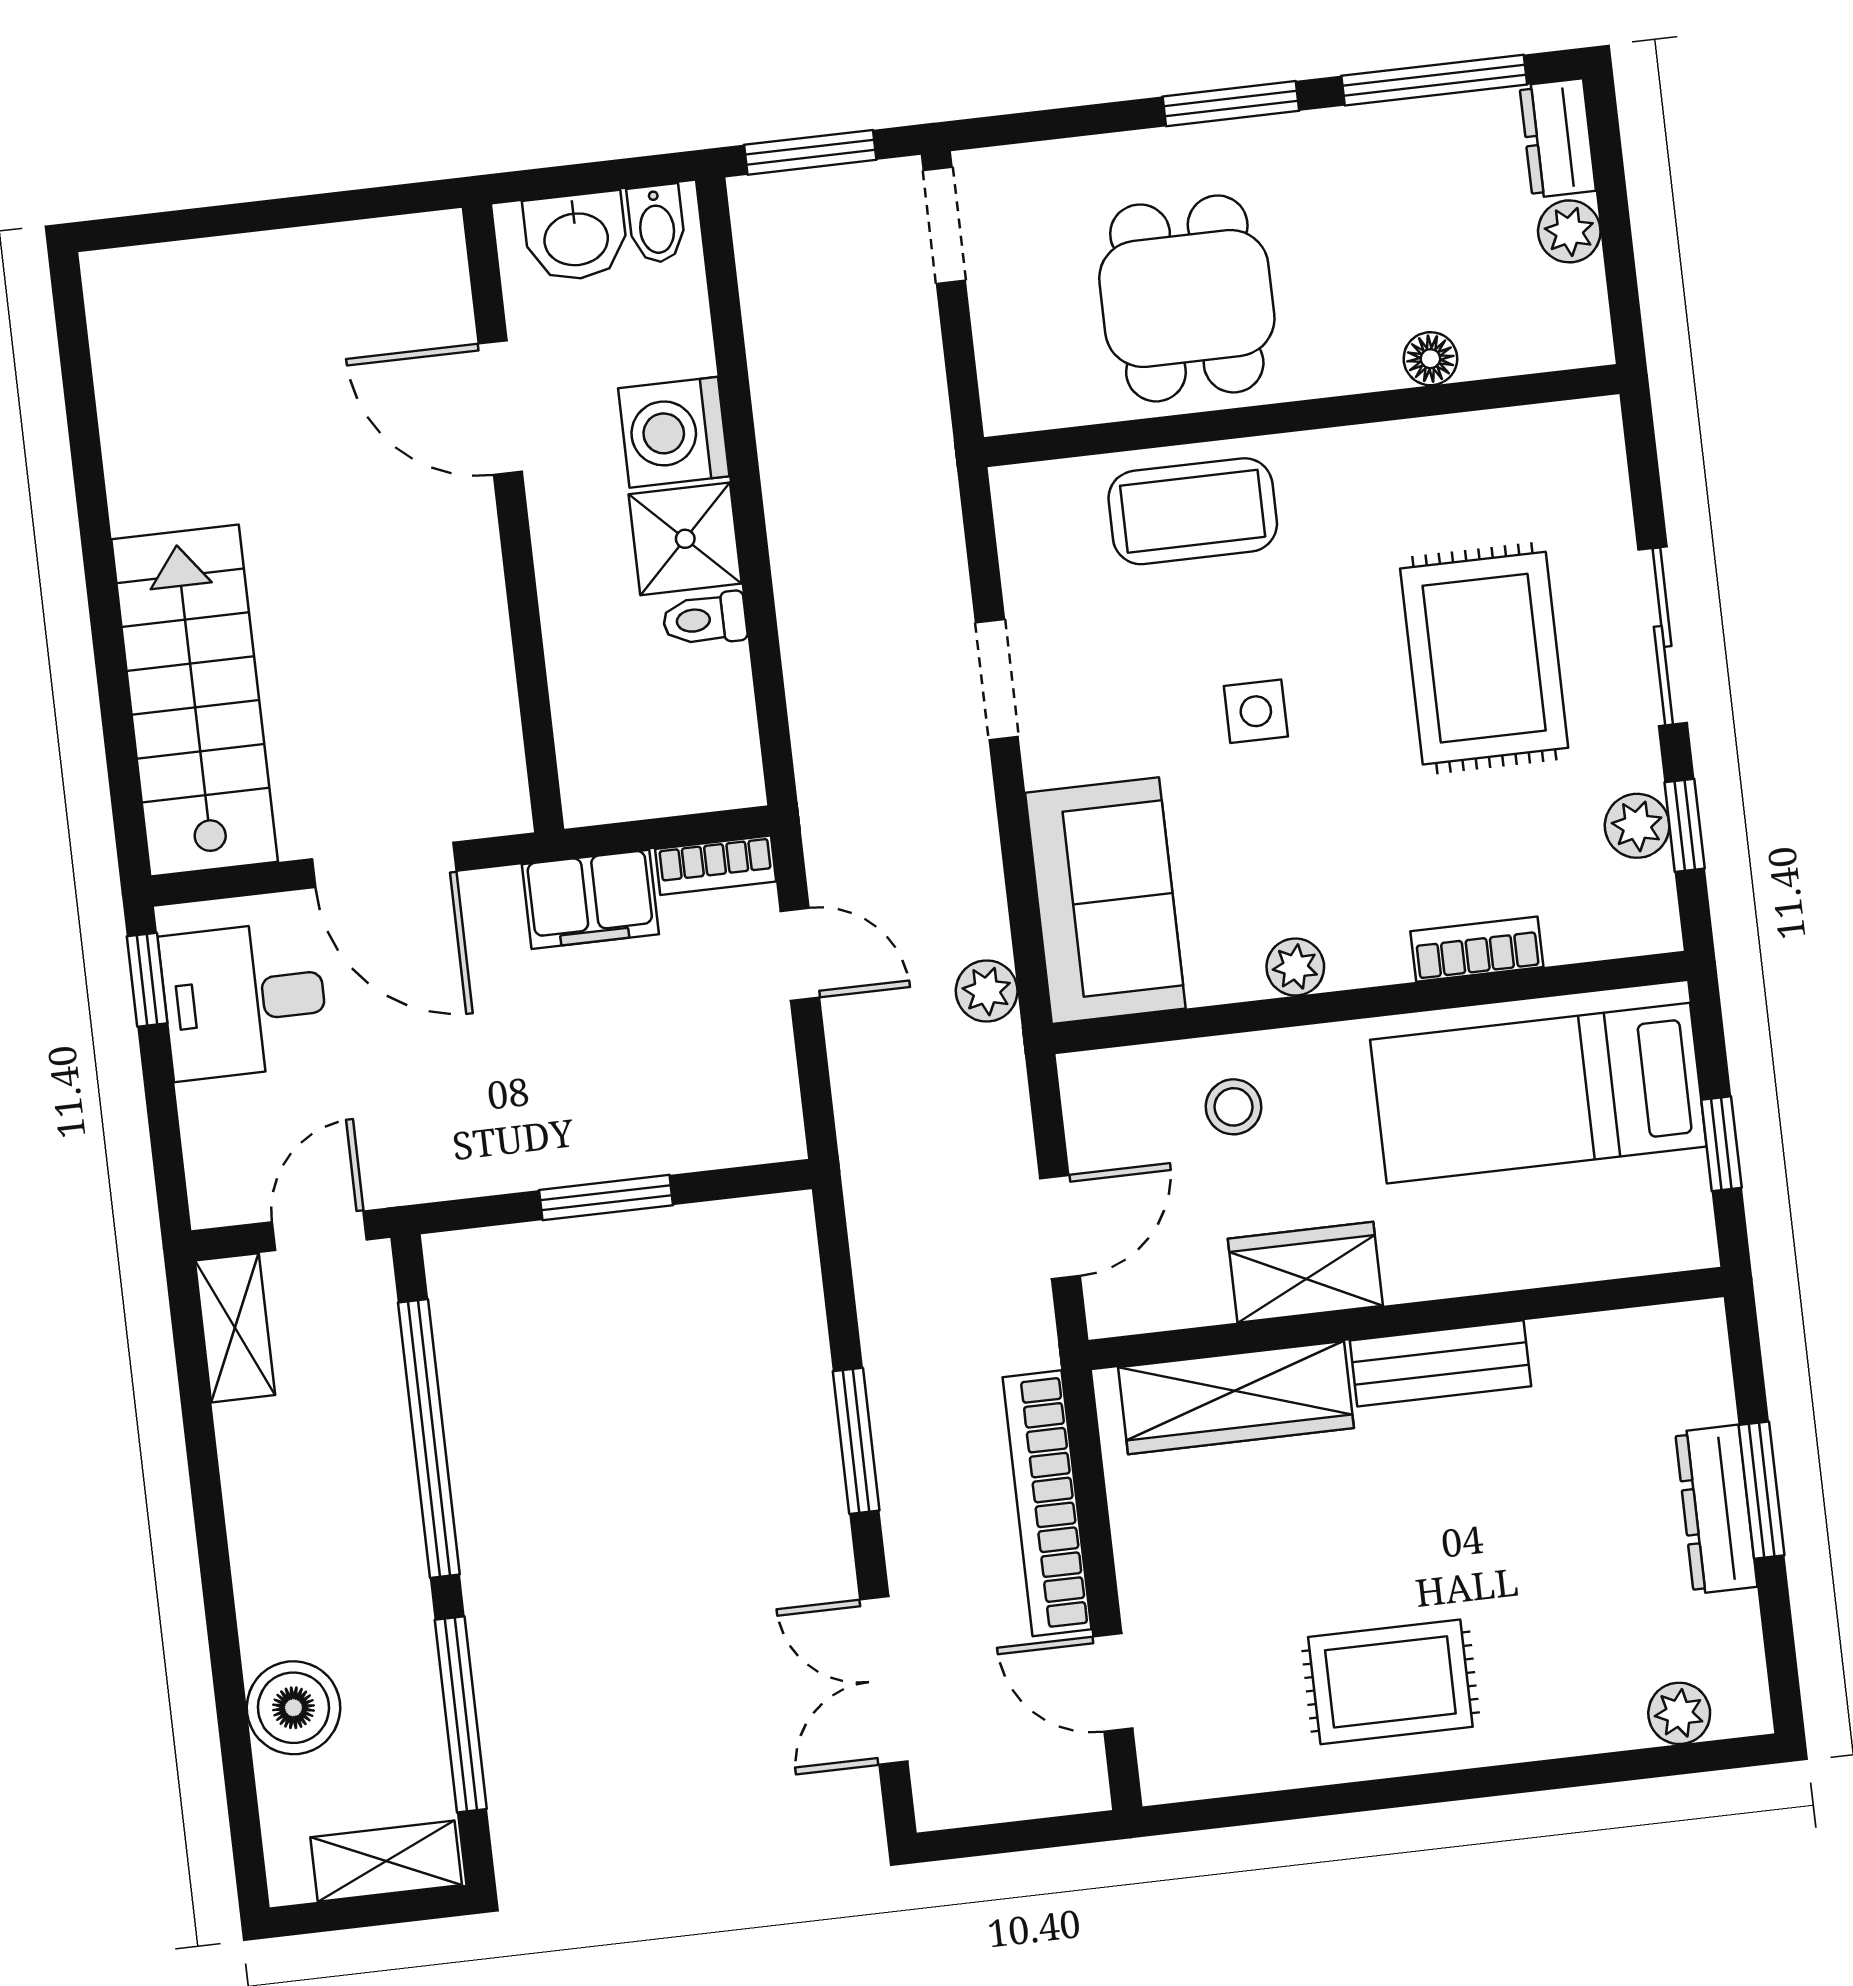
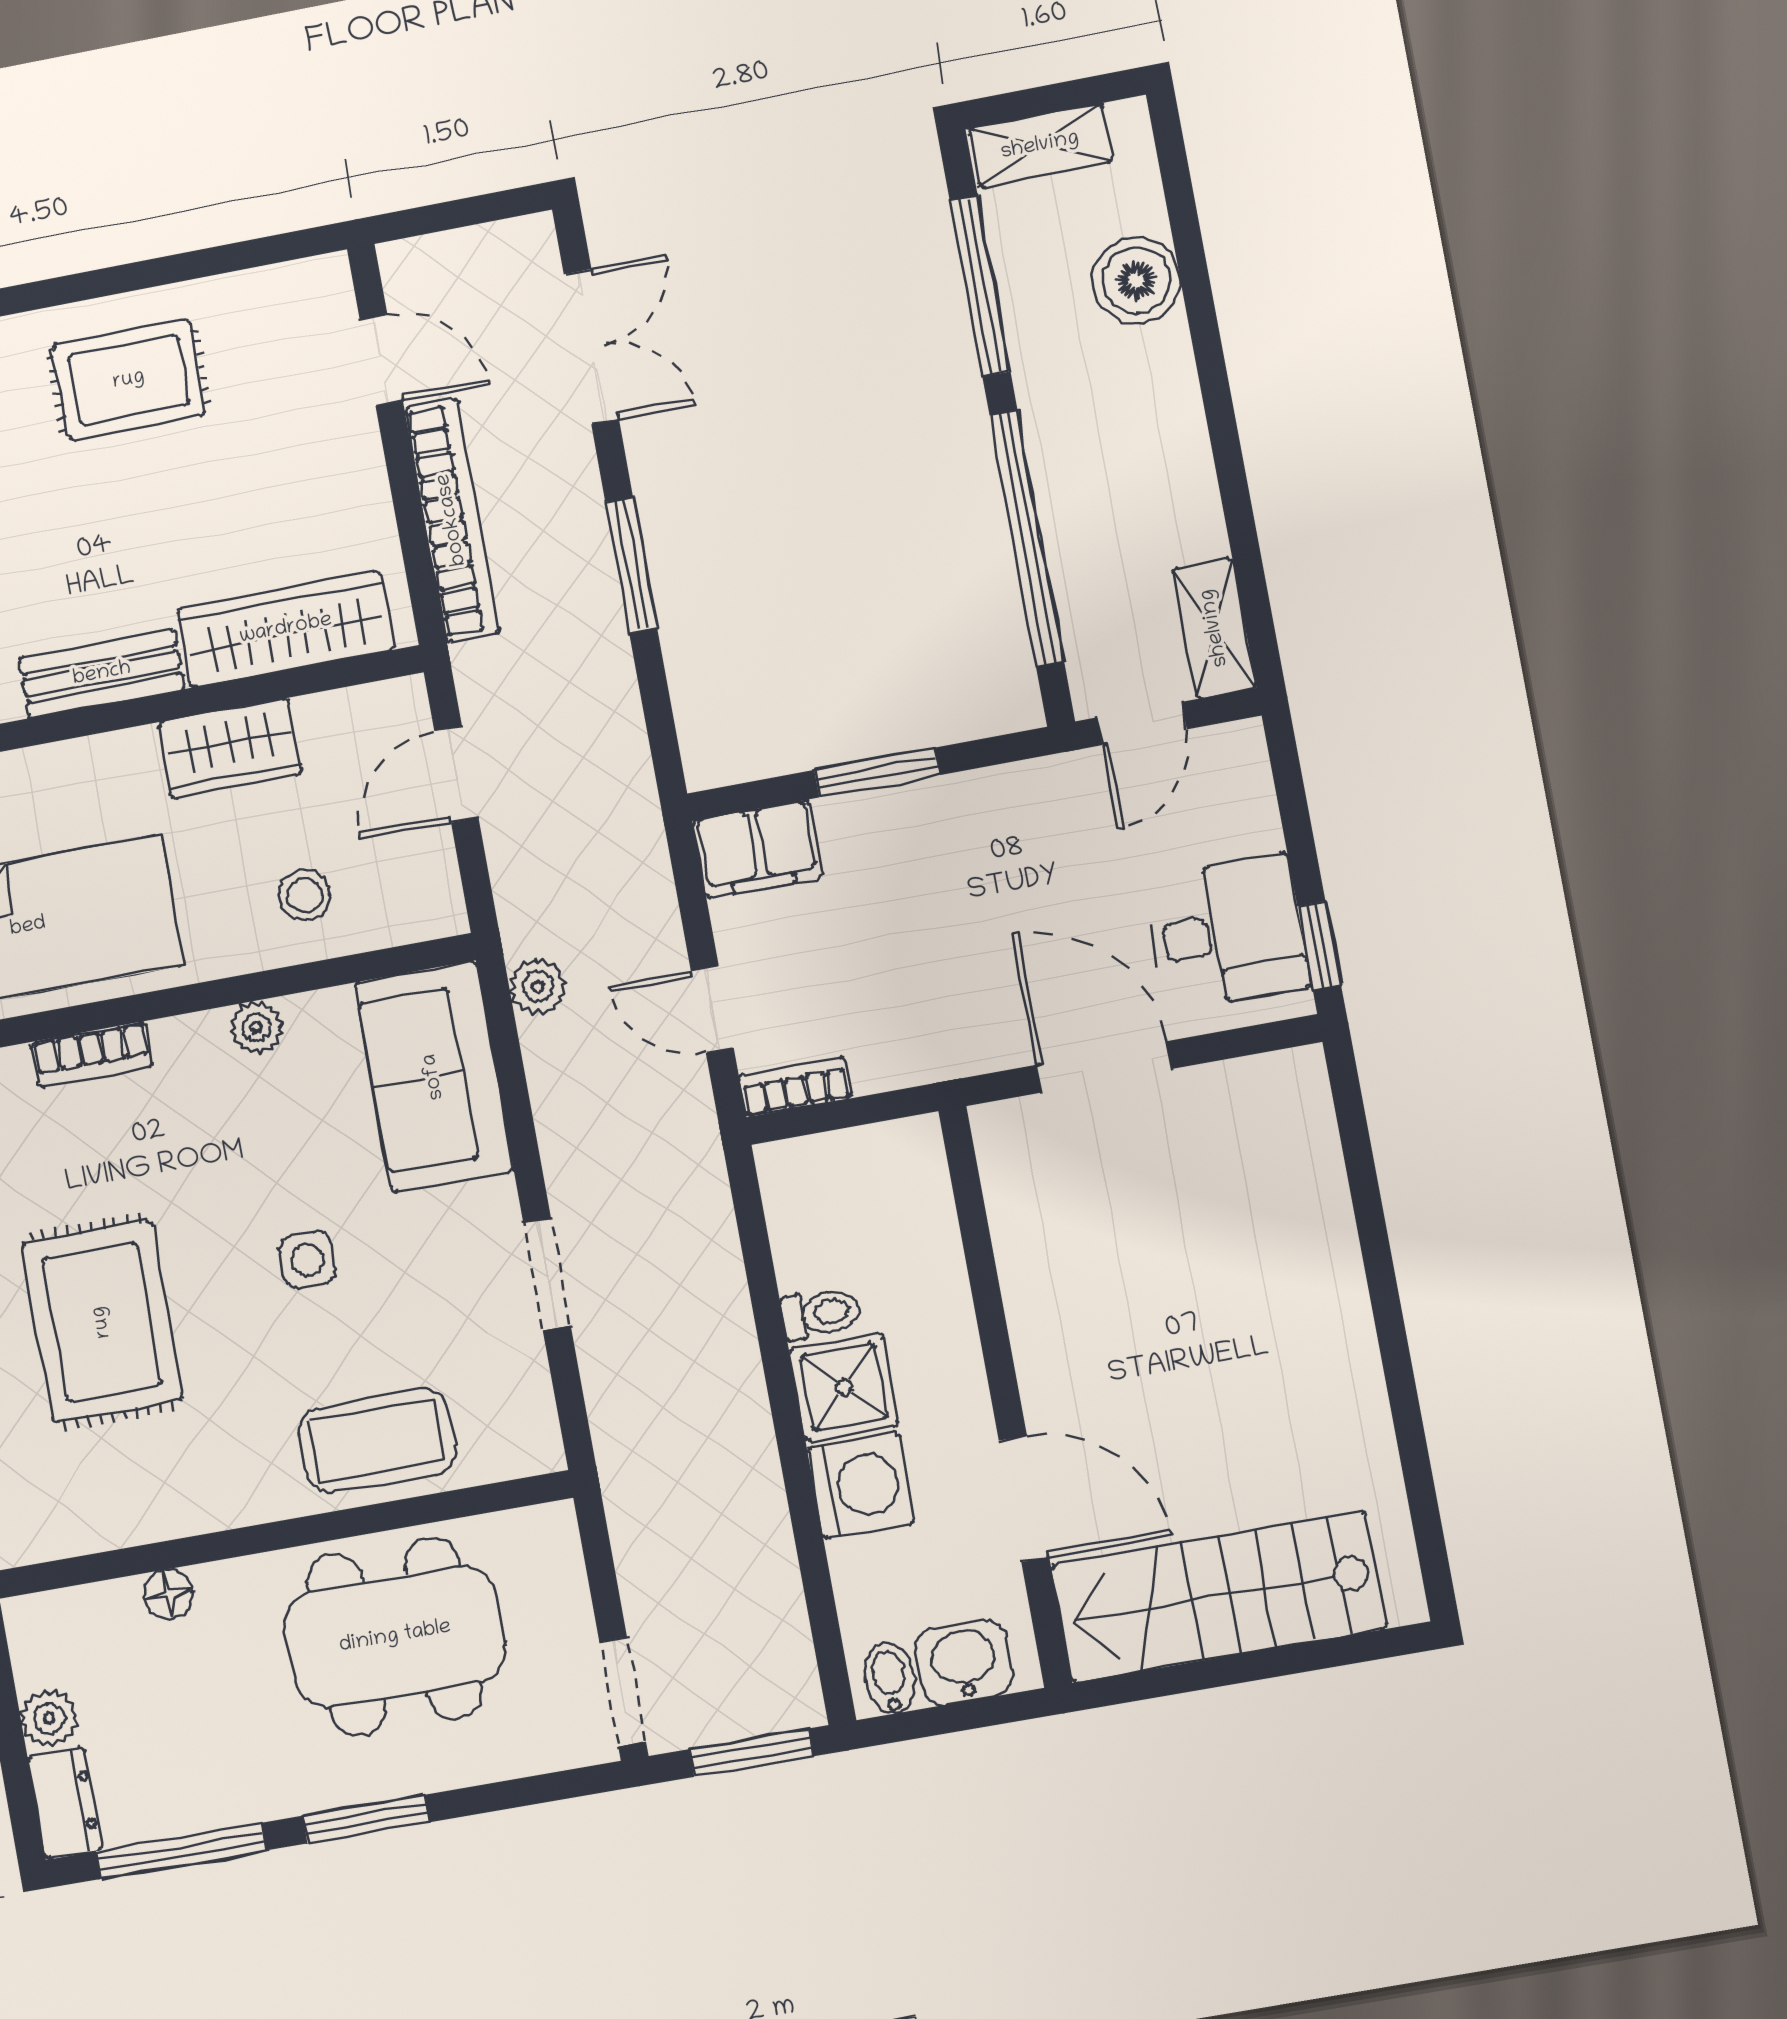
dining table: (1187, 298) -> (395, 1637), width x1.38
stairs: (195, 701) -> (1219, 1597), moved, turned 90
filing cabinet: (590, 899) -> (758, 849), moved, turned 180

